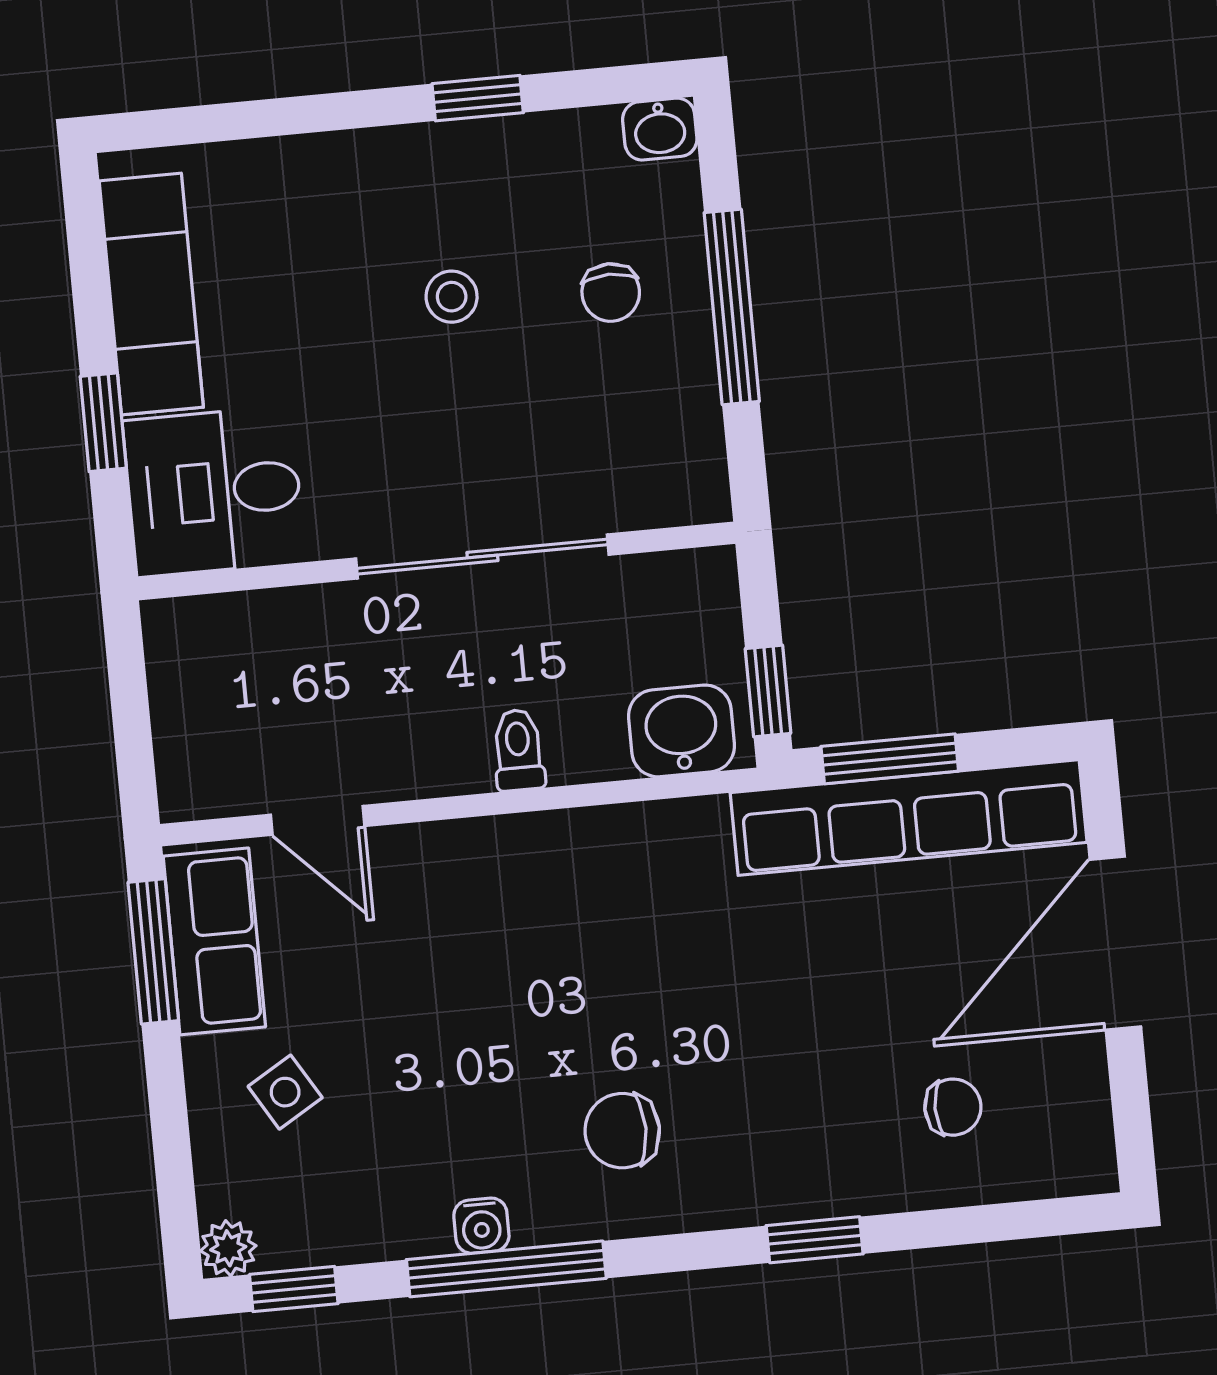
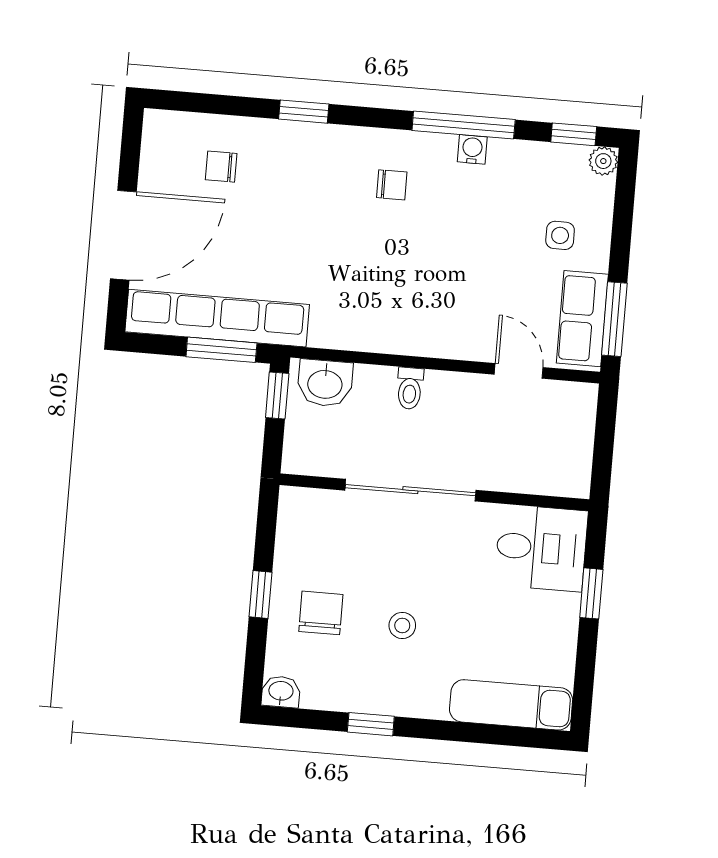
chair: (611, 293) -> (321, 613), width x1.37, depth x1.37
exam couch: (151, 294) -> (511, 705), moved, turned 90
window: (732, 307) -> (260, 594), width x0.46
side table: (285, 1092) -> (560, 235), turned 31
chair: (622, 1131) -> (392, 185), width x0.73, depth x0.73

